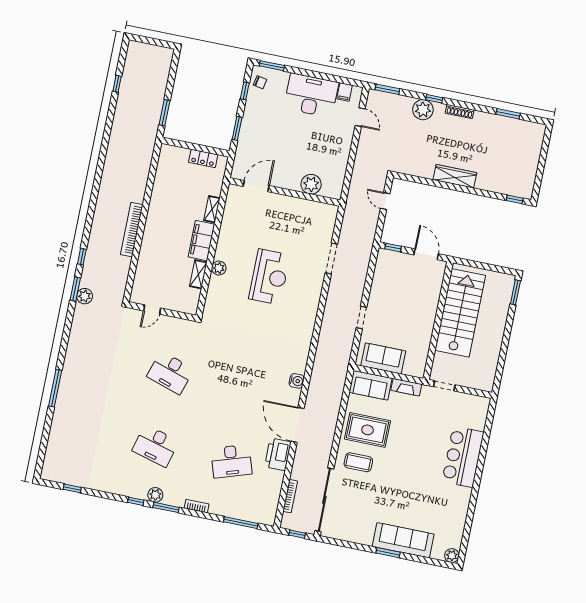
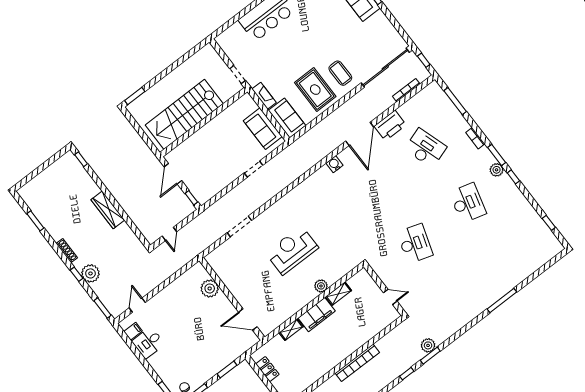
desk: (311, 95) -> (148, 343), width x0.53, depth x0.77

